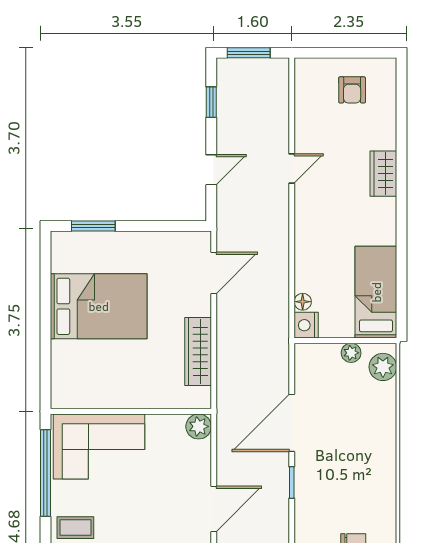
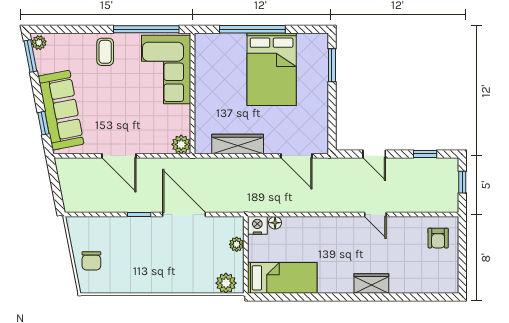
window: (249, 53) -> (462, 182), width x0.67
armchair: (352, 90) -> (438, 238), moved, turned -90
window: (45, 332) -> (252, 29), added
plant: (351, 353) -> (237, 244), moved

